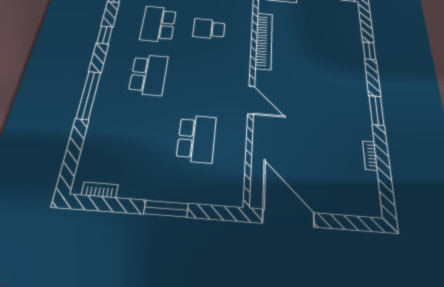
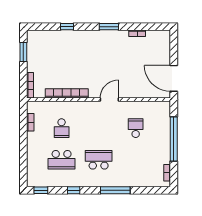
school desk: (196, 139) -> (136, 128), width x0.54
window: (166, 209) -> (174, 139), width x2.11
door: (288, 218) -> (174, 78), hinge flipped

